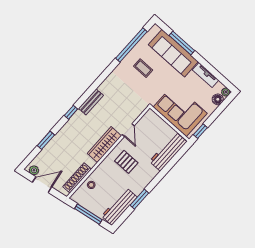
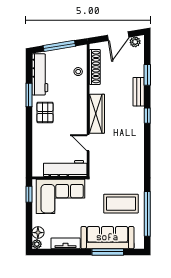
coffee table: (143, 68) -> (121, 204), width x1.86, depth x1.72
bench: (91, 102) -> (139, 92), moved
workbench: (168, 152) -> (65, 169), moved, turned -90
pallet: (126, 162) -> (45, 112), moved, turned 90

